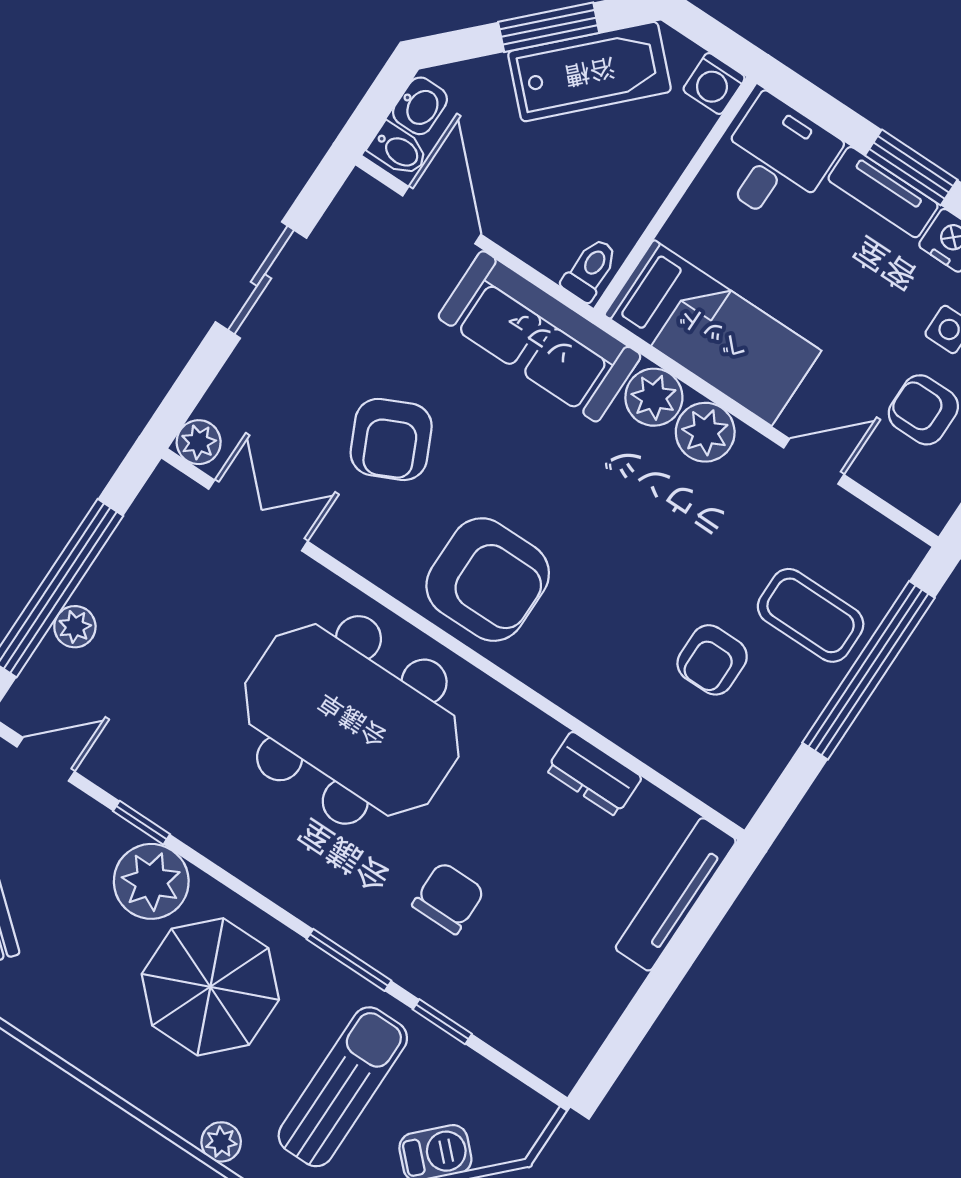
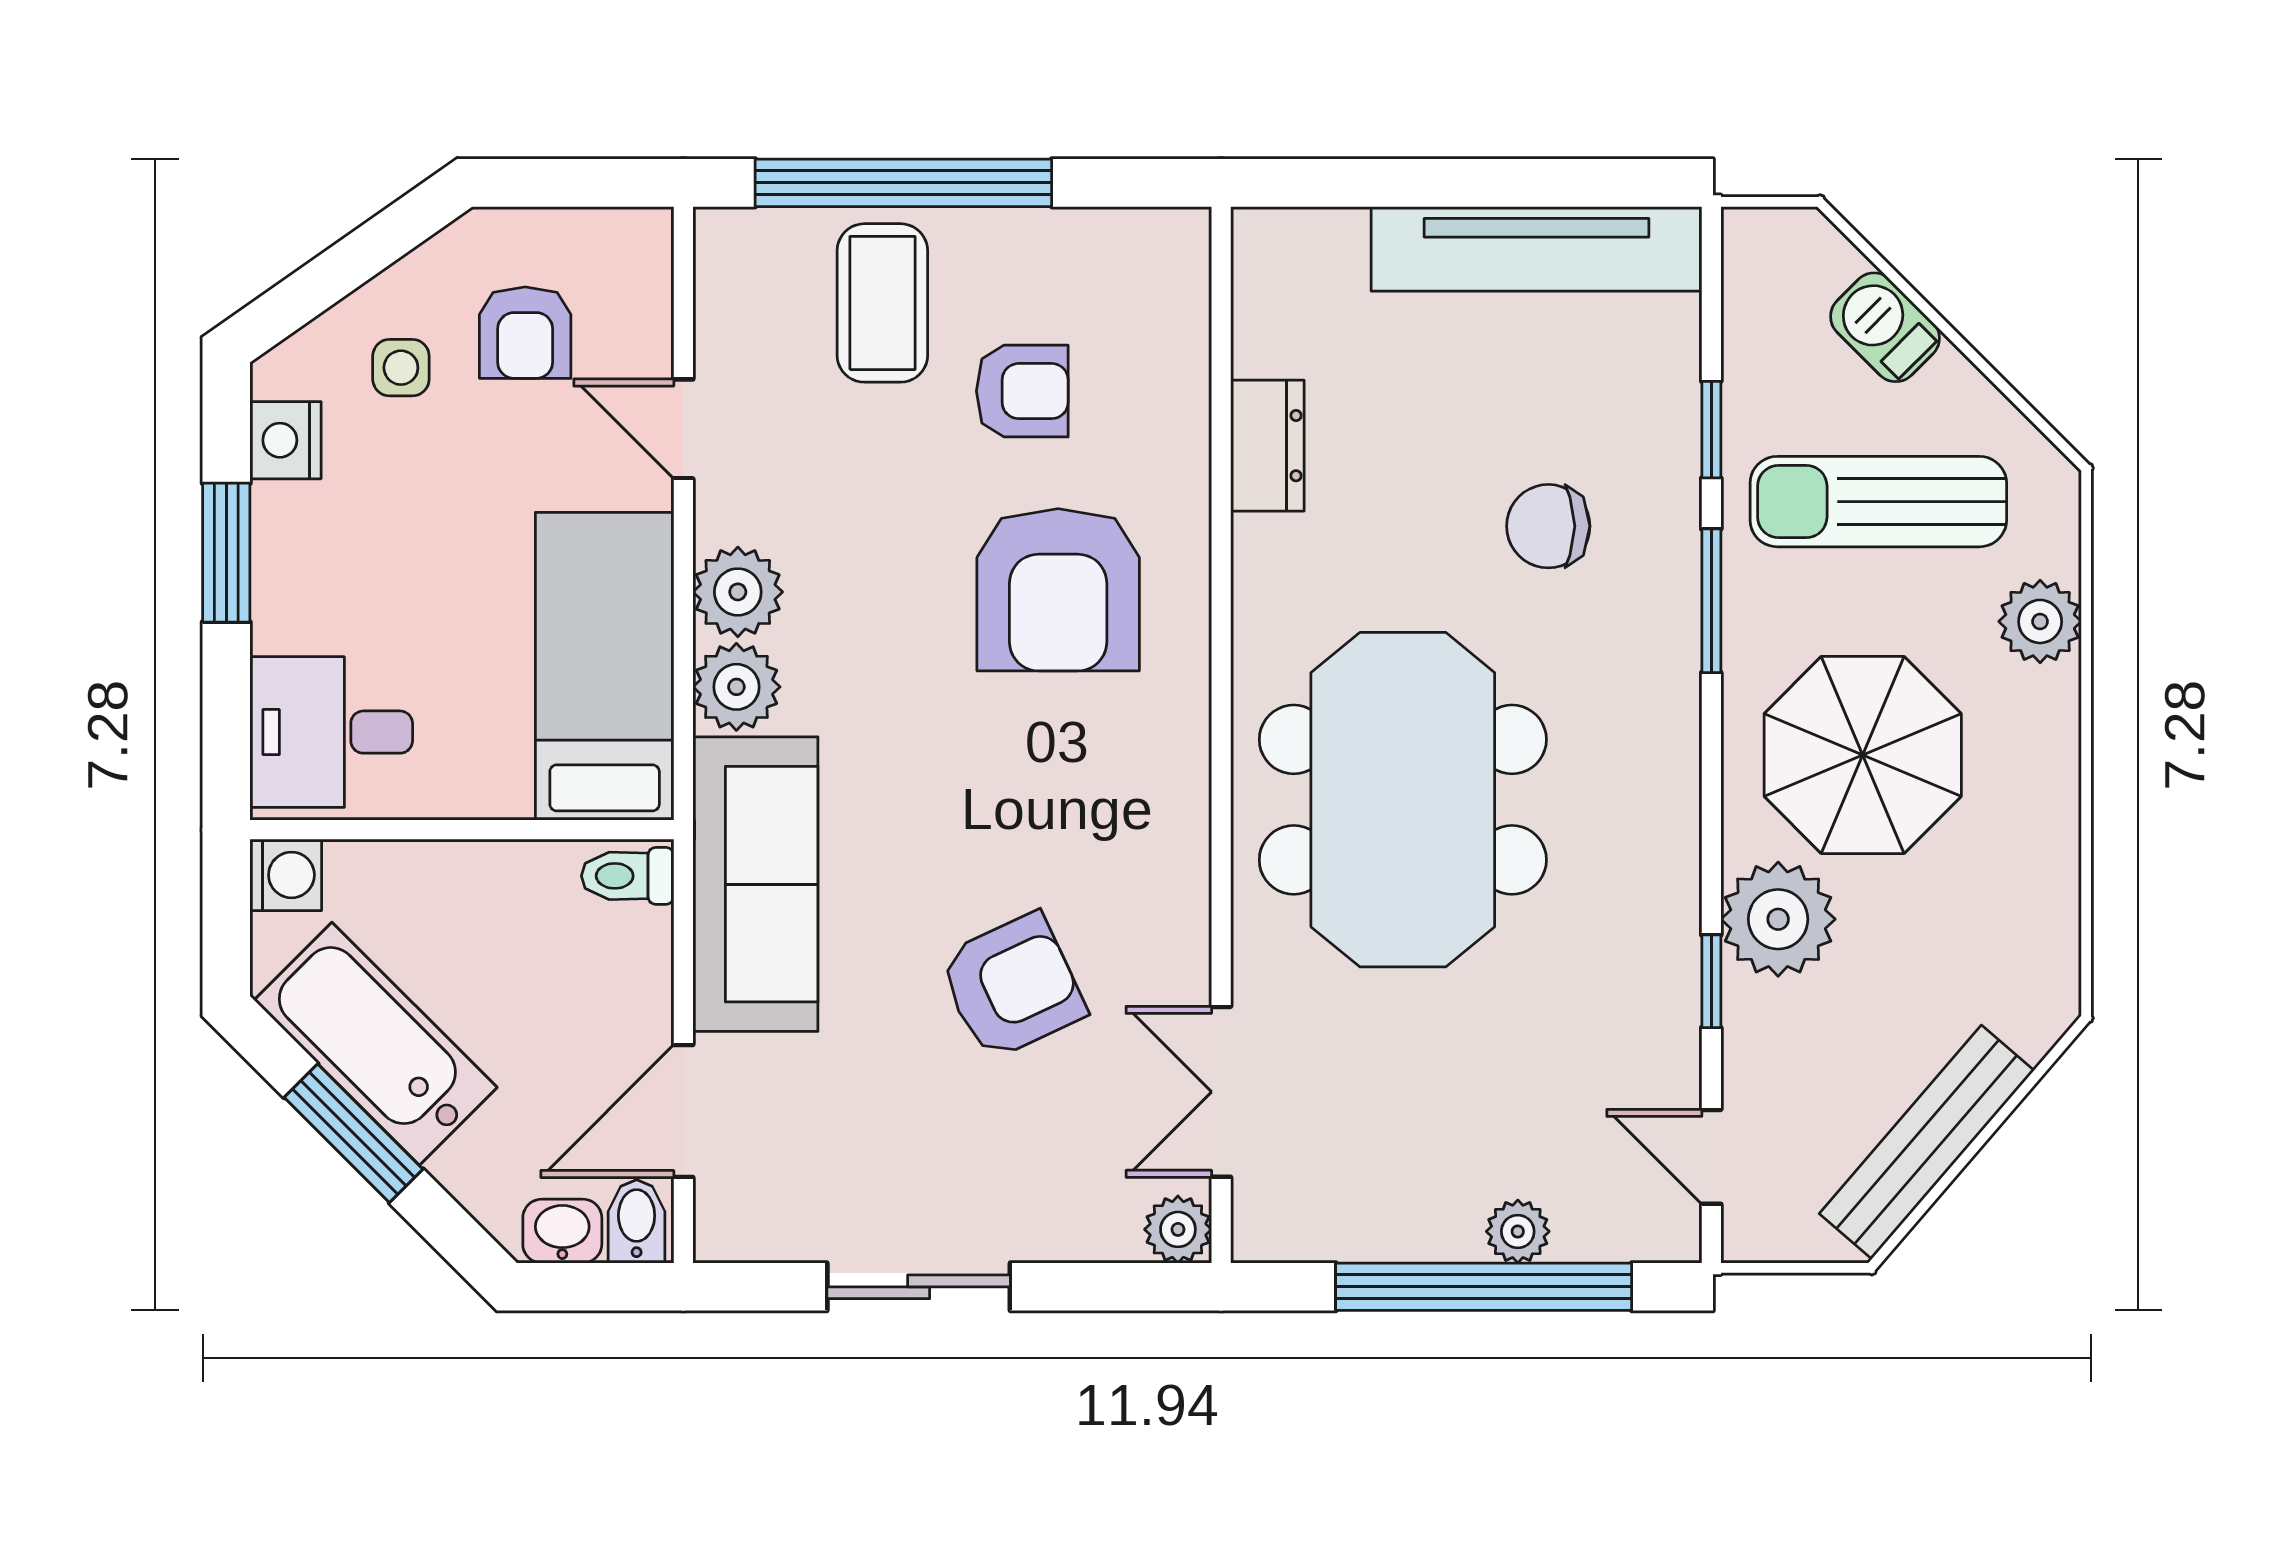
tv unit: (883, 192) -> (282, 568), removed
armchair: (488, 580) -> (1058, 590), moved, turned 180
tv unit: (676, 894) -> (1537, 249), moved, width x1.36, depth x1.29
plant: (221, 1142) -> (2040, 621), width x1.38, depth x1.38

